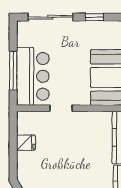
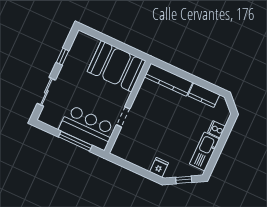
sliding door: (50, 17) -> (46, 92), width x0.73
fridge: (26, 143) -> (159, 167), moved

